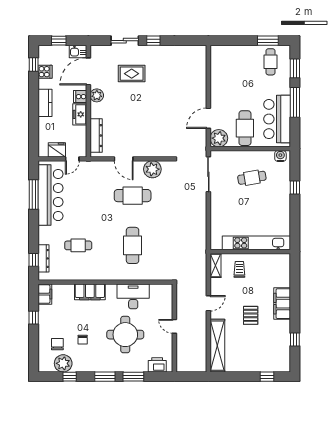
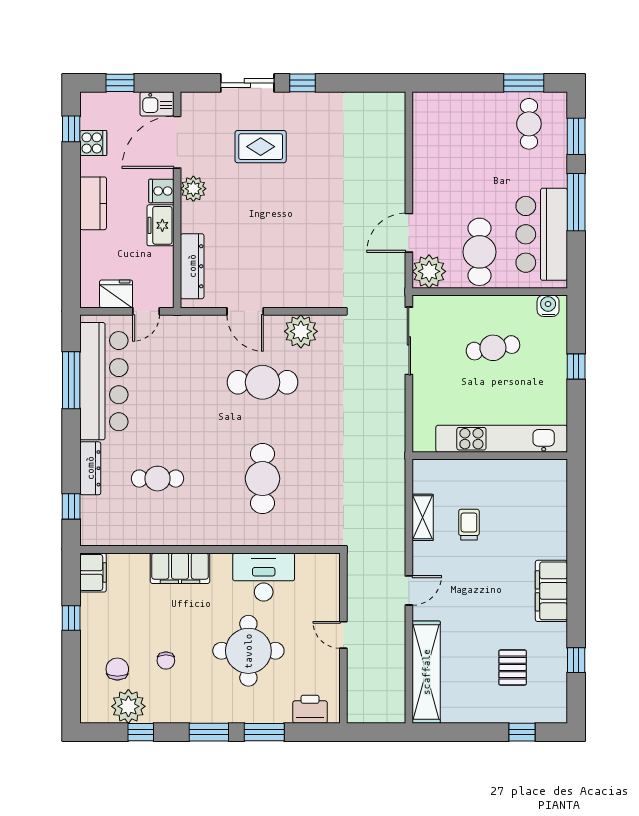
kitchen unit: (256, 243) -> (502, 439), moved
wall: (250, 252) -> (490, 456), moved
dresser: (43, 258) -> (90, 468), moved
pallet: (251, 315) -> (513, 668), moved

